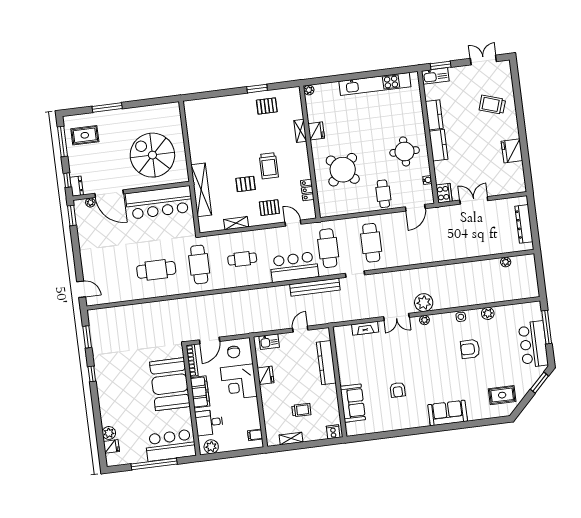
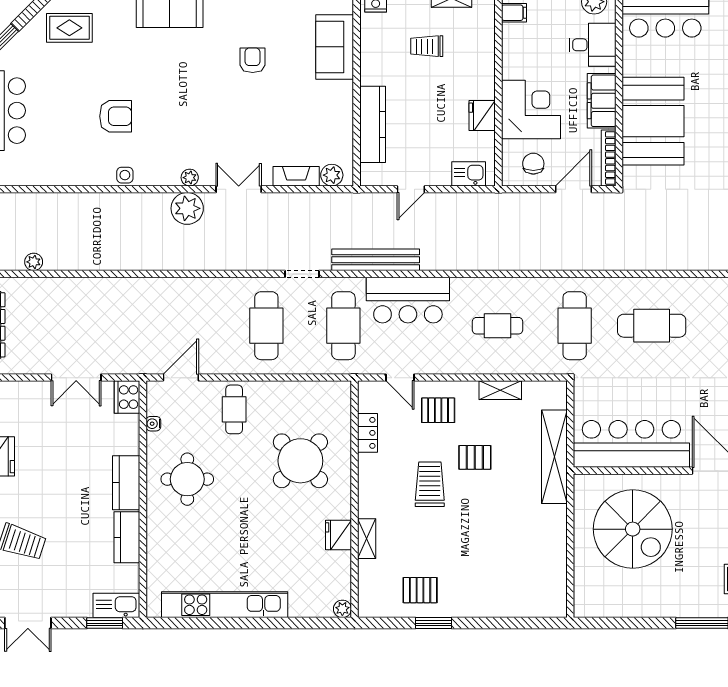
plant: (488, 313) -> (332, 175), moved

